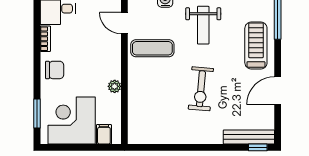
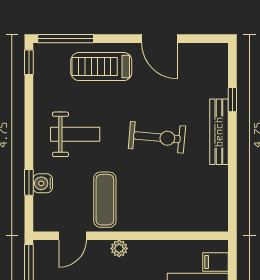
plant: (115, 86) -> (119, 248), moved
bench: (249, 137) -> (219, 132), moved
window: (258, 147) -> (232, 100), moved

